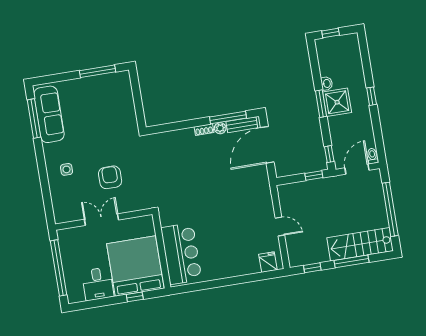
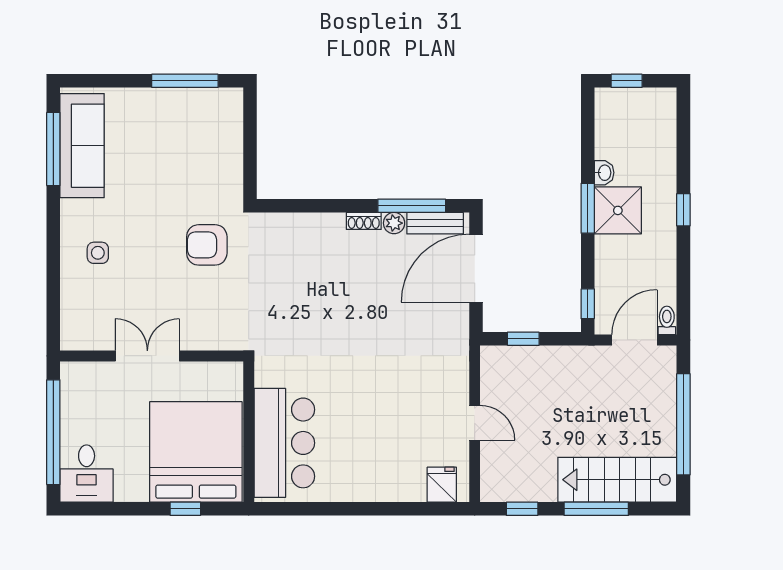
window: (314, 175) -> (523, 339), moved
armchair: (110, 177) -> (207, 245), moved, turned -90
desk: (98, 284) -> (87, 474), moved

